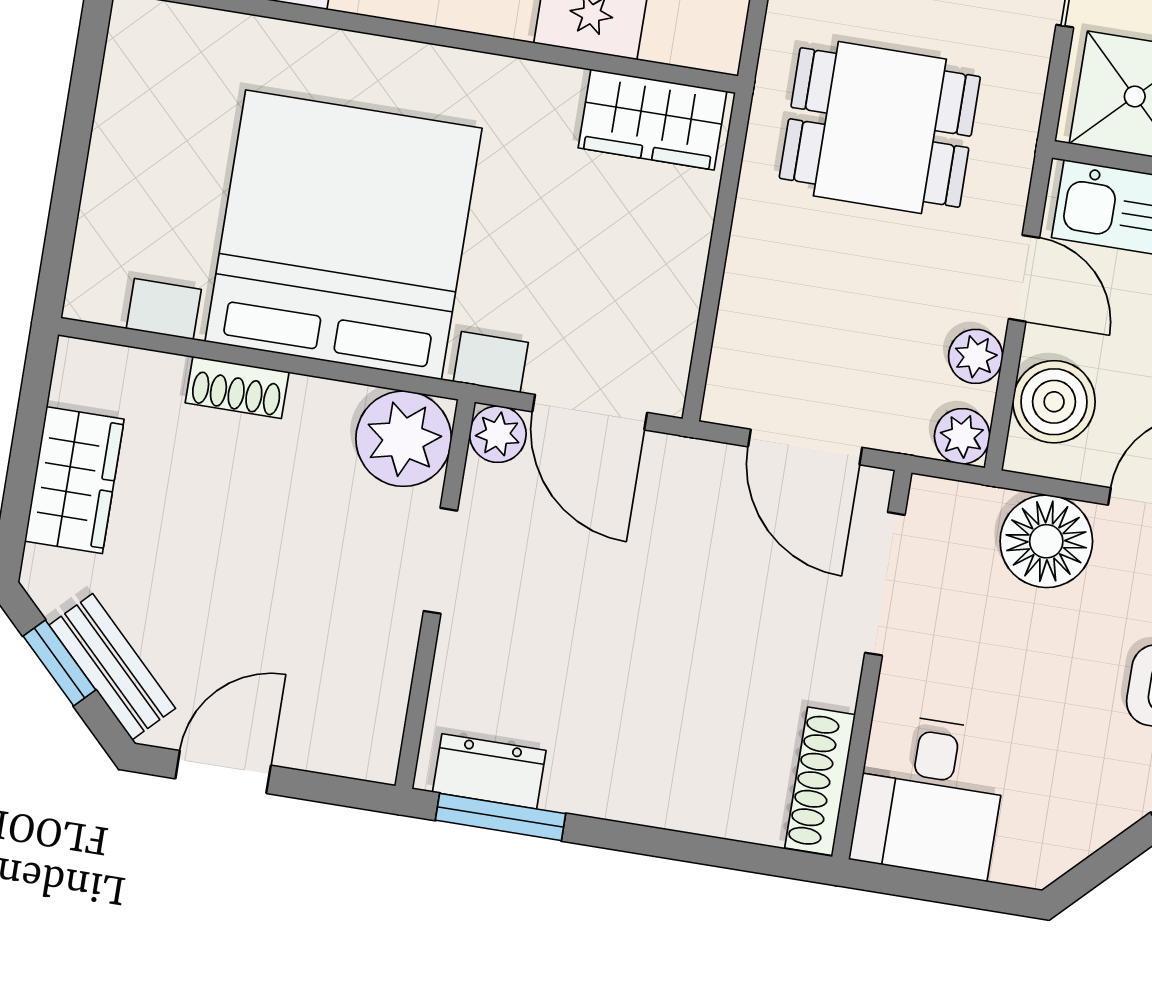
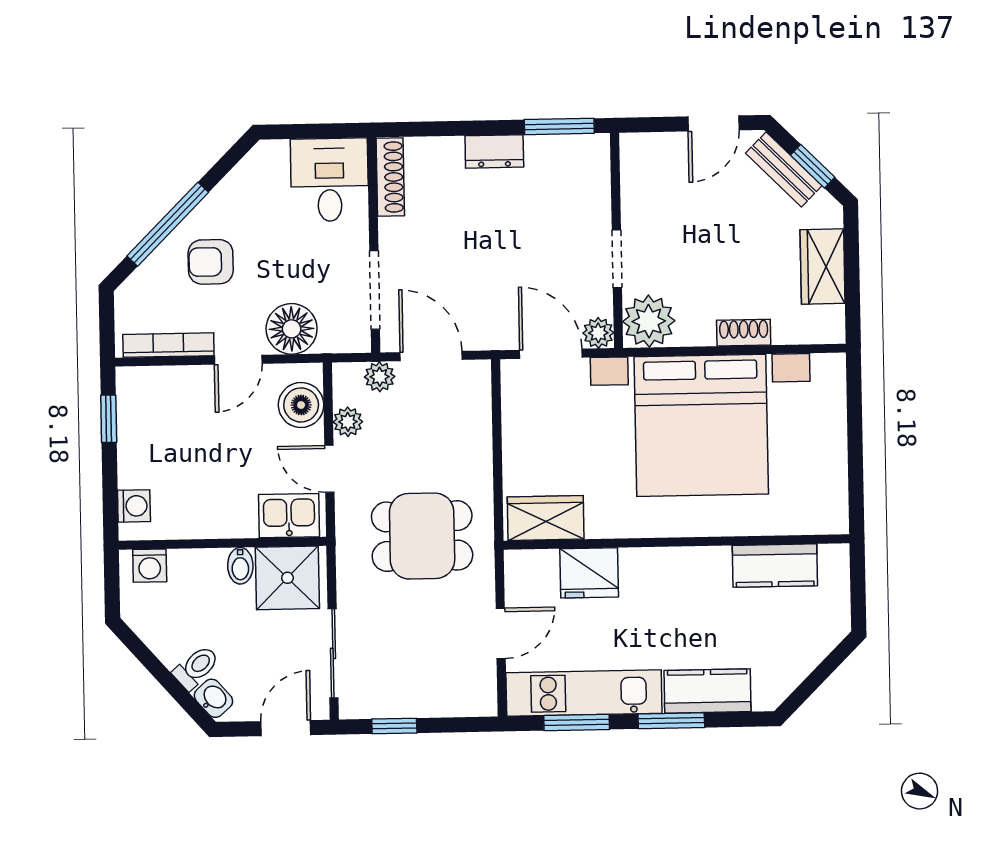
plant: (962, 436) -> (380, 377), moved
dresser: (489, 771) -> (494, 151), moved

